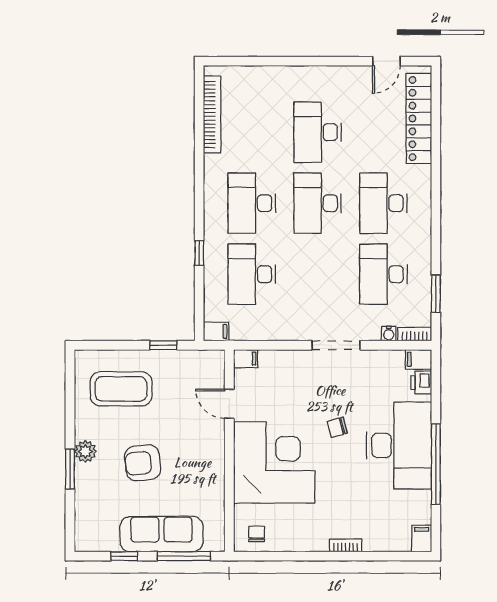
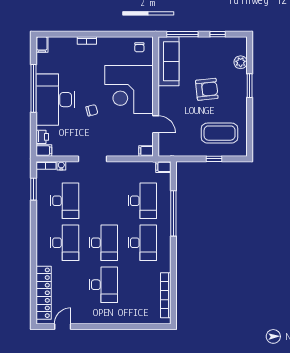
window: (199, 253) -> (173, 213), width x3.17
window: (163, 345) -> (214, 159), moved
plant: (85, 451) -> (241, 62), moved
sofa: (162, 534) -> (169, 61), moved, turned -90

